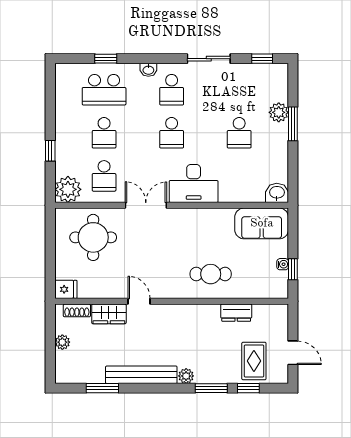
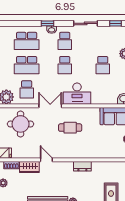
window: (106, 59) -> (47, 23), moved
school desk: (104, 133) -> (27, 65), width x1.85
cafe table: (211, 274) -> (70, 128), moved
dresser: (236, 313) -> (82, 166), moved

